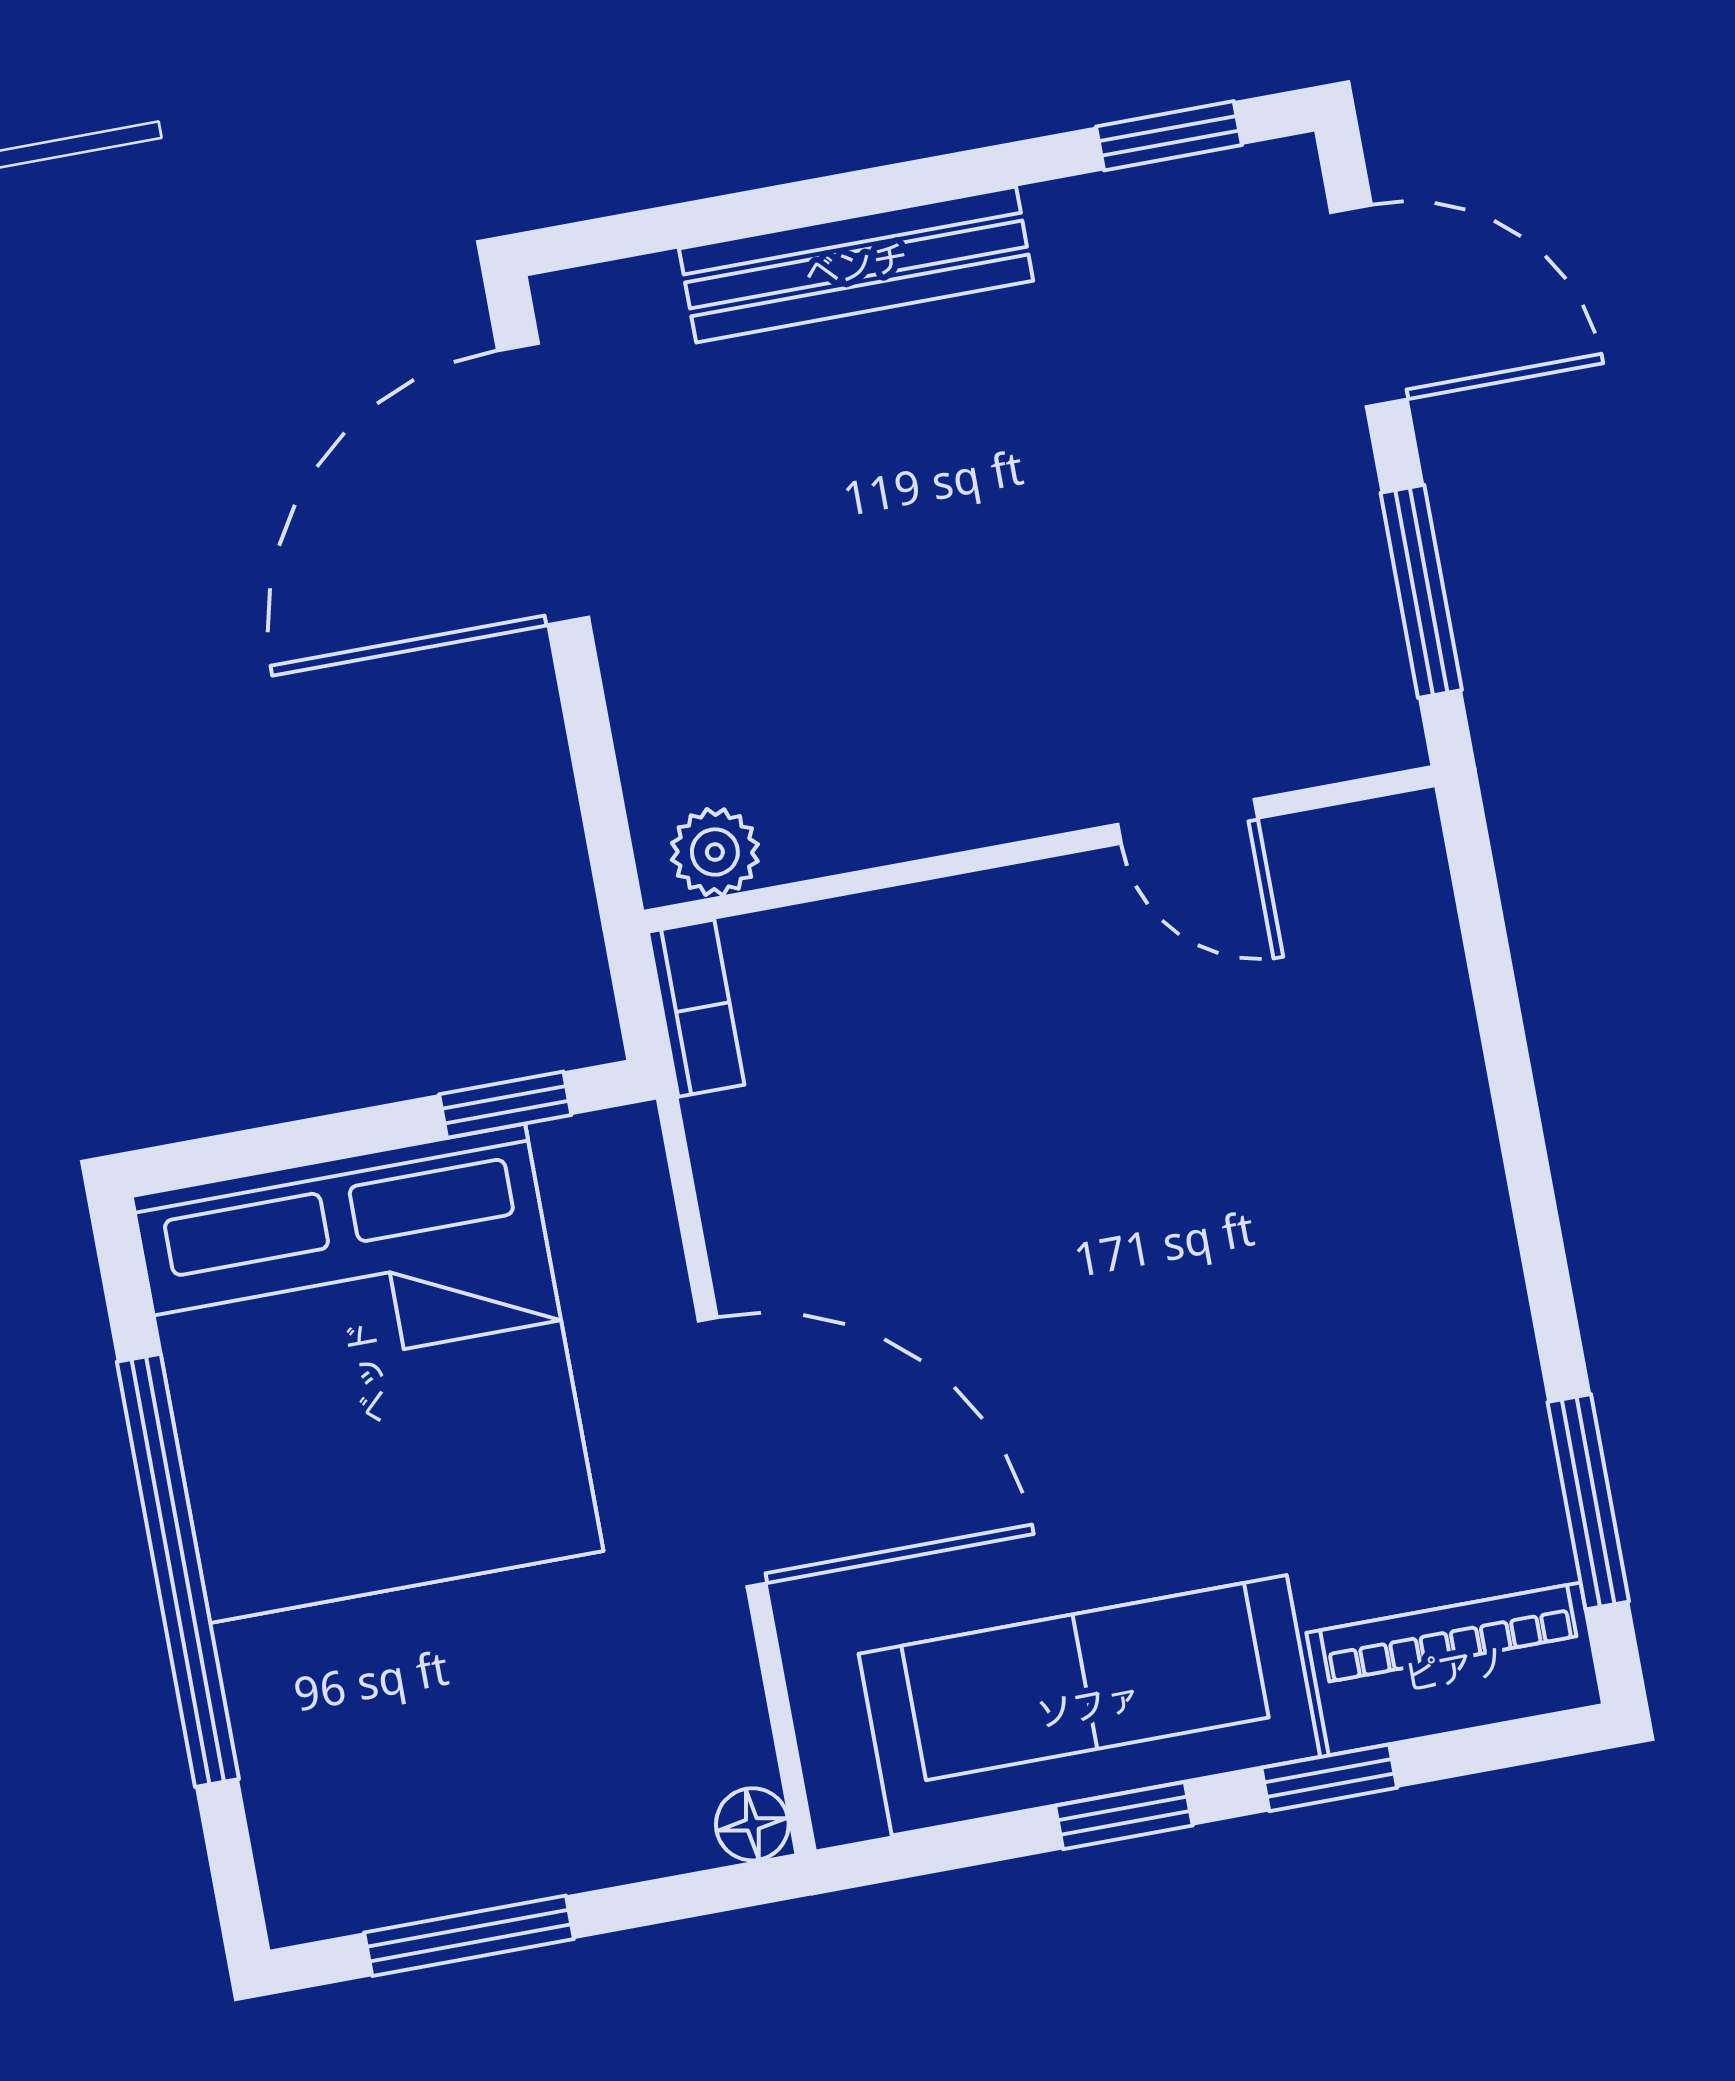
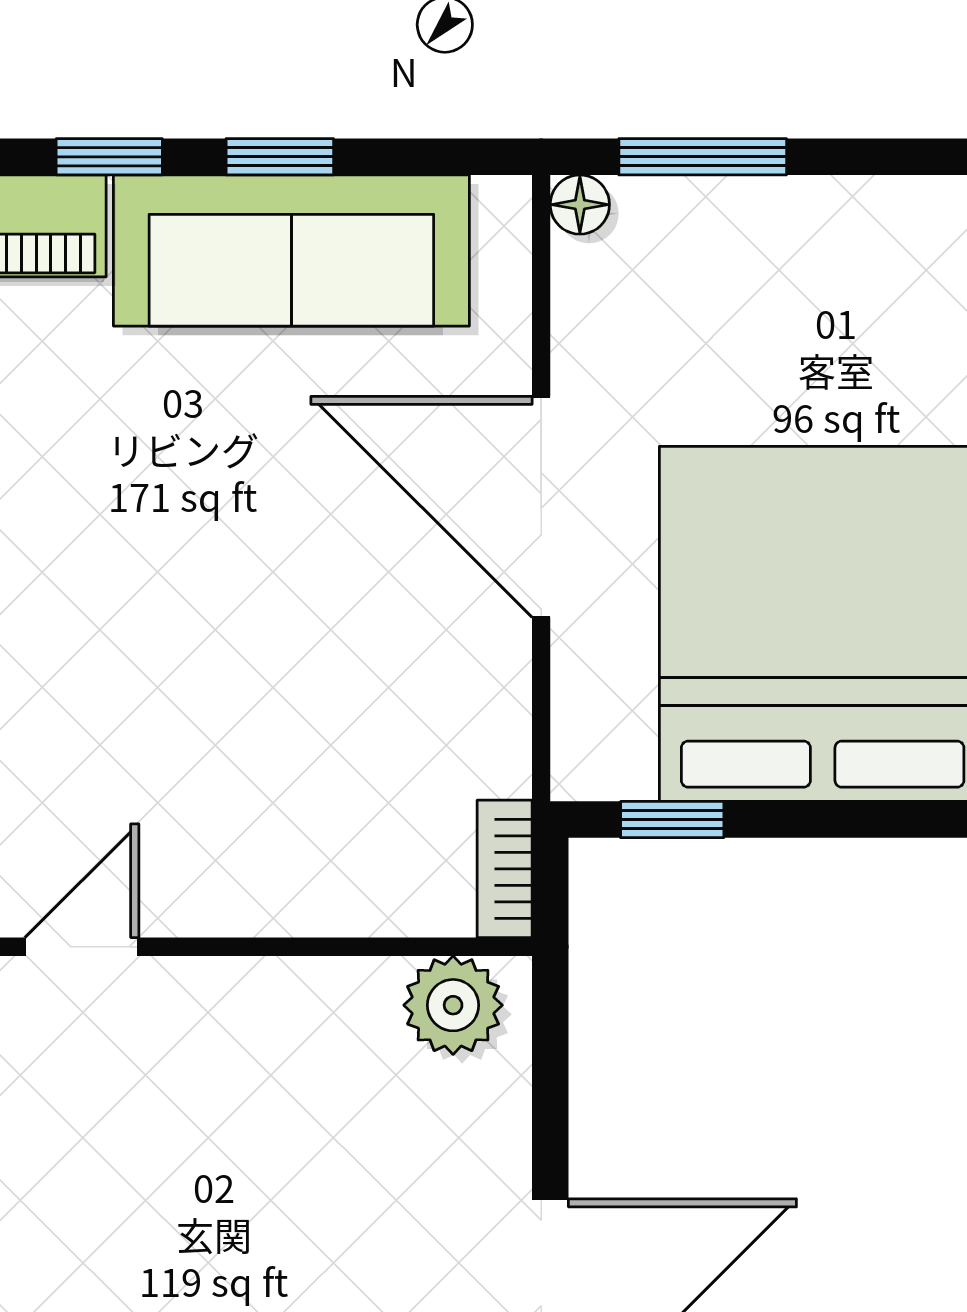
door: (1188, 821) -> (82, 947), hinge flipped
plant: (715, 852) -> (453, 1005), width x1.38, depth x1.38
window: (469, 1936) -> (703, 157), moved

